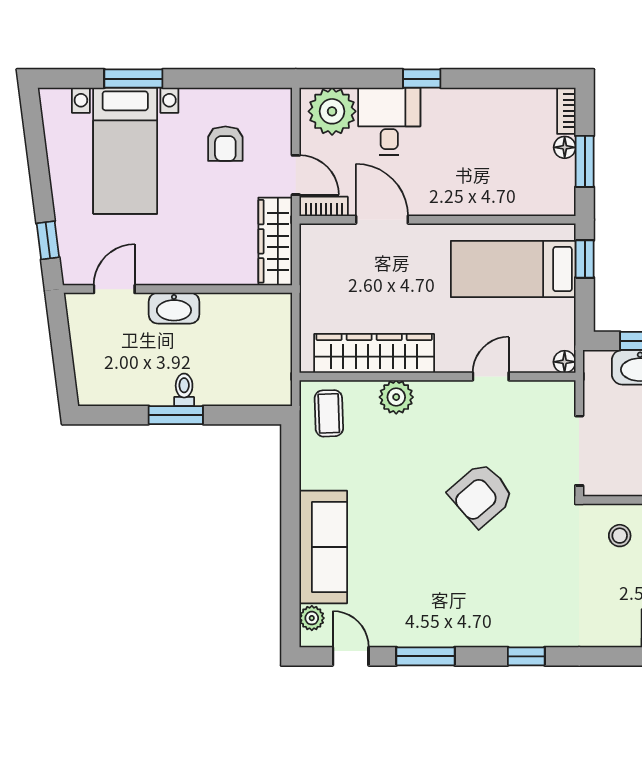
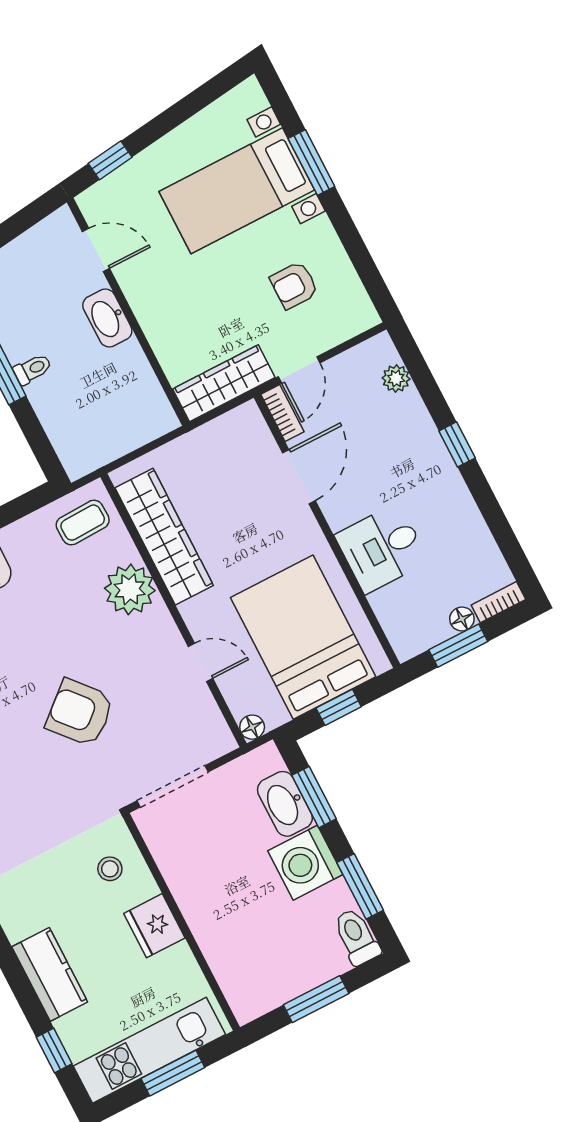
plant: (332, 111) -> (396, 378), width x0.53, depth x0.53
desk: (389, 121) -> (382, 548), moved, turned 180
window: (585, 259) -> (339, 707), moved
bed: (513, 269) -> (303, 637), width x1.50
plant: (396, 397) -> (130, 589), width x1.36, depth x1.36

